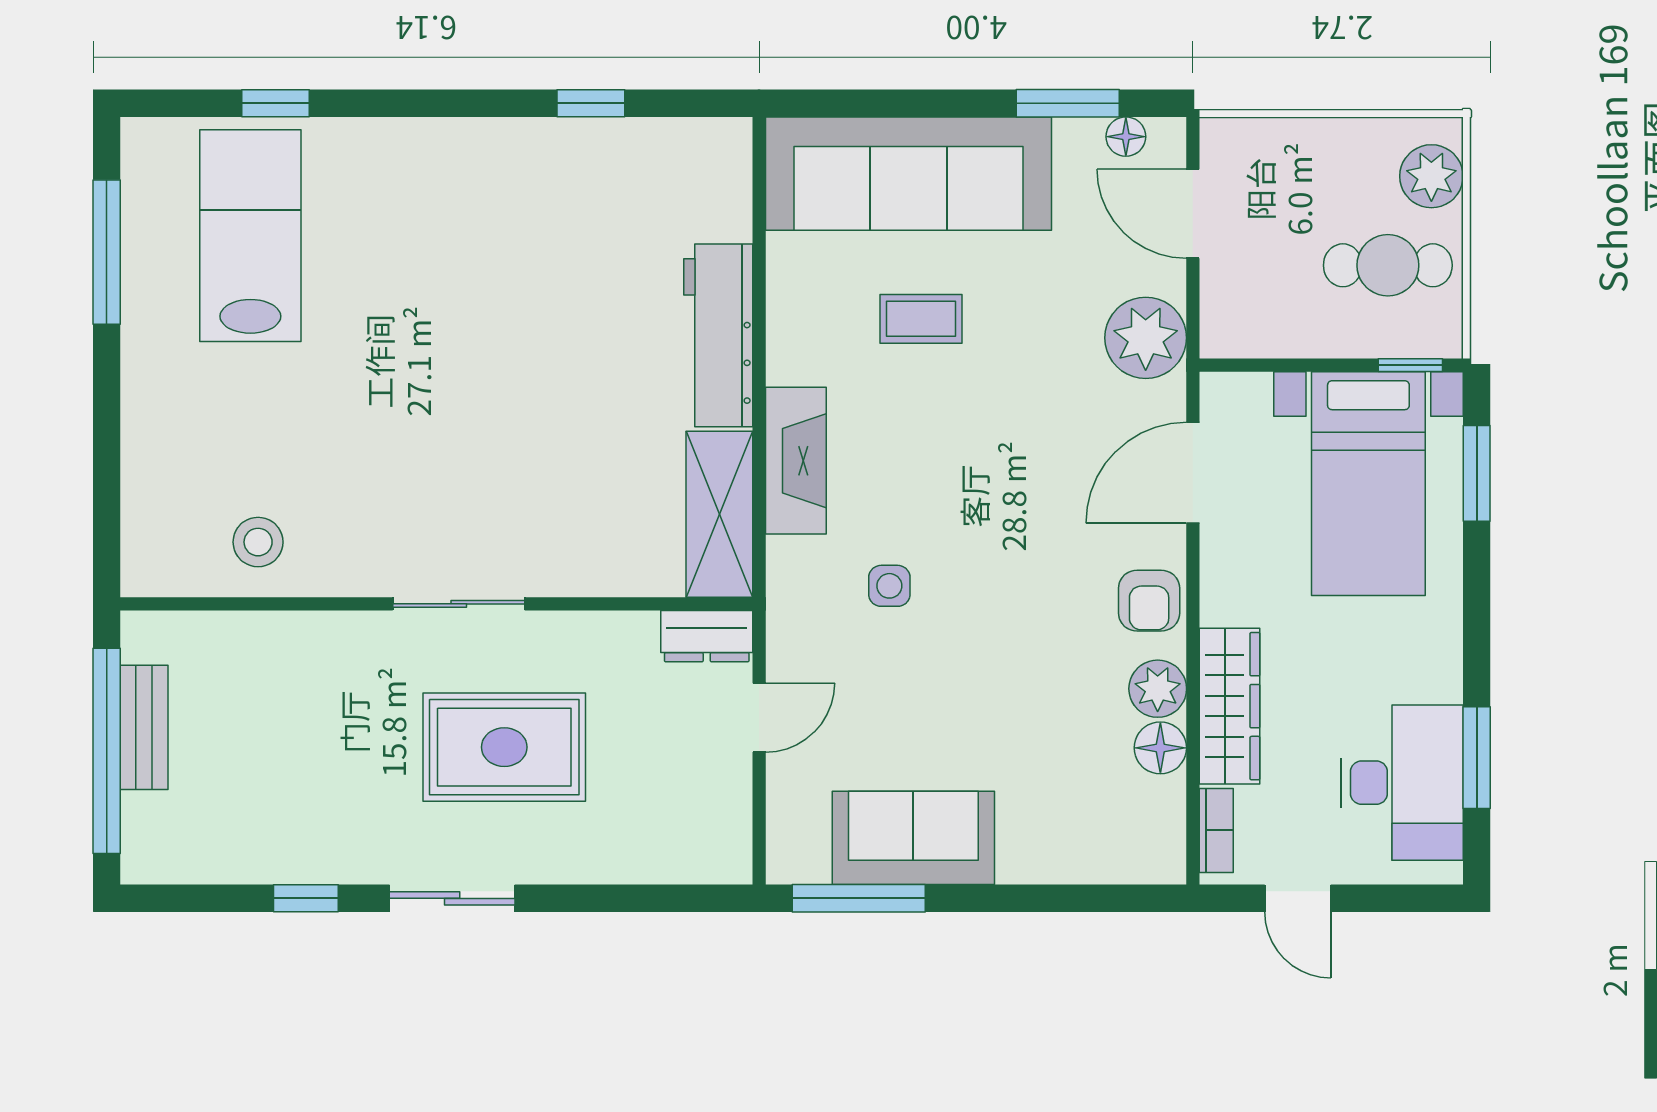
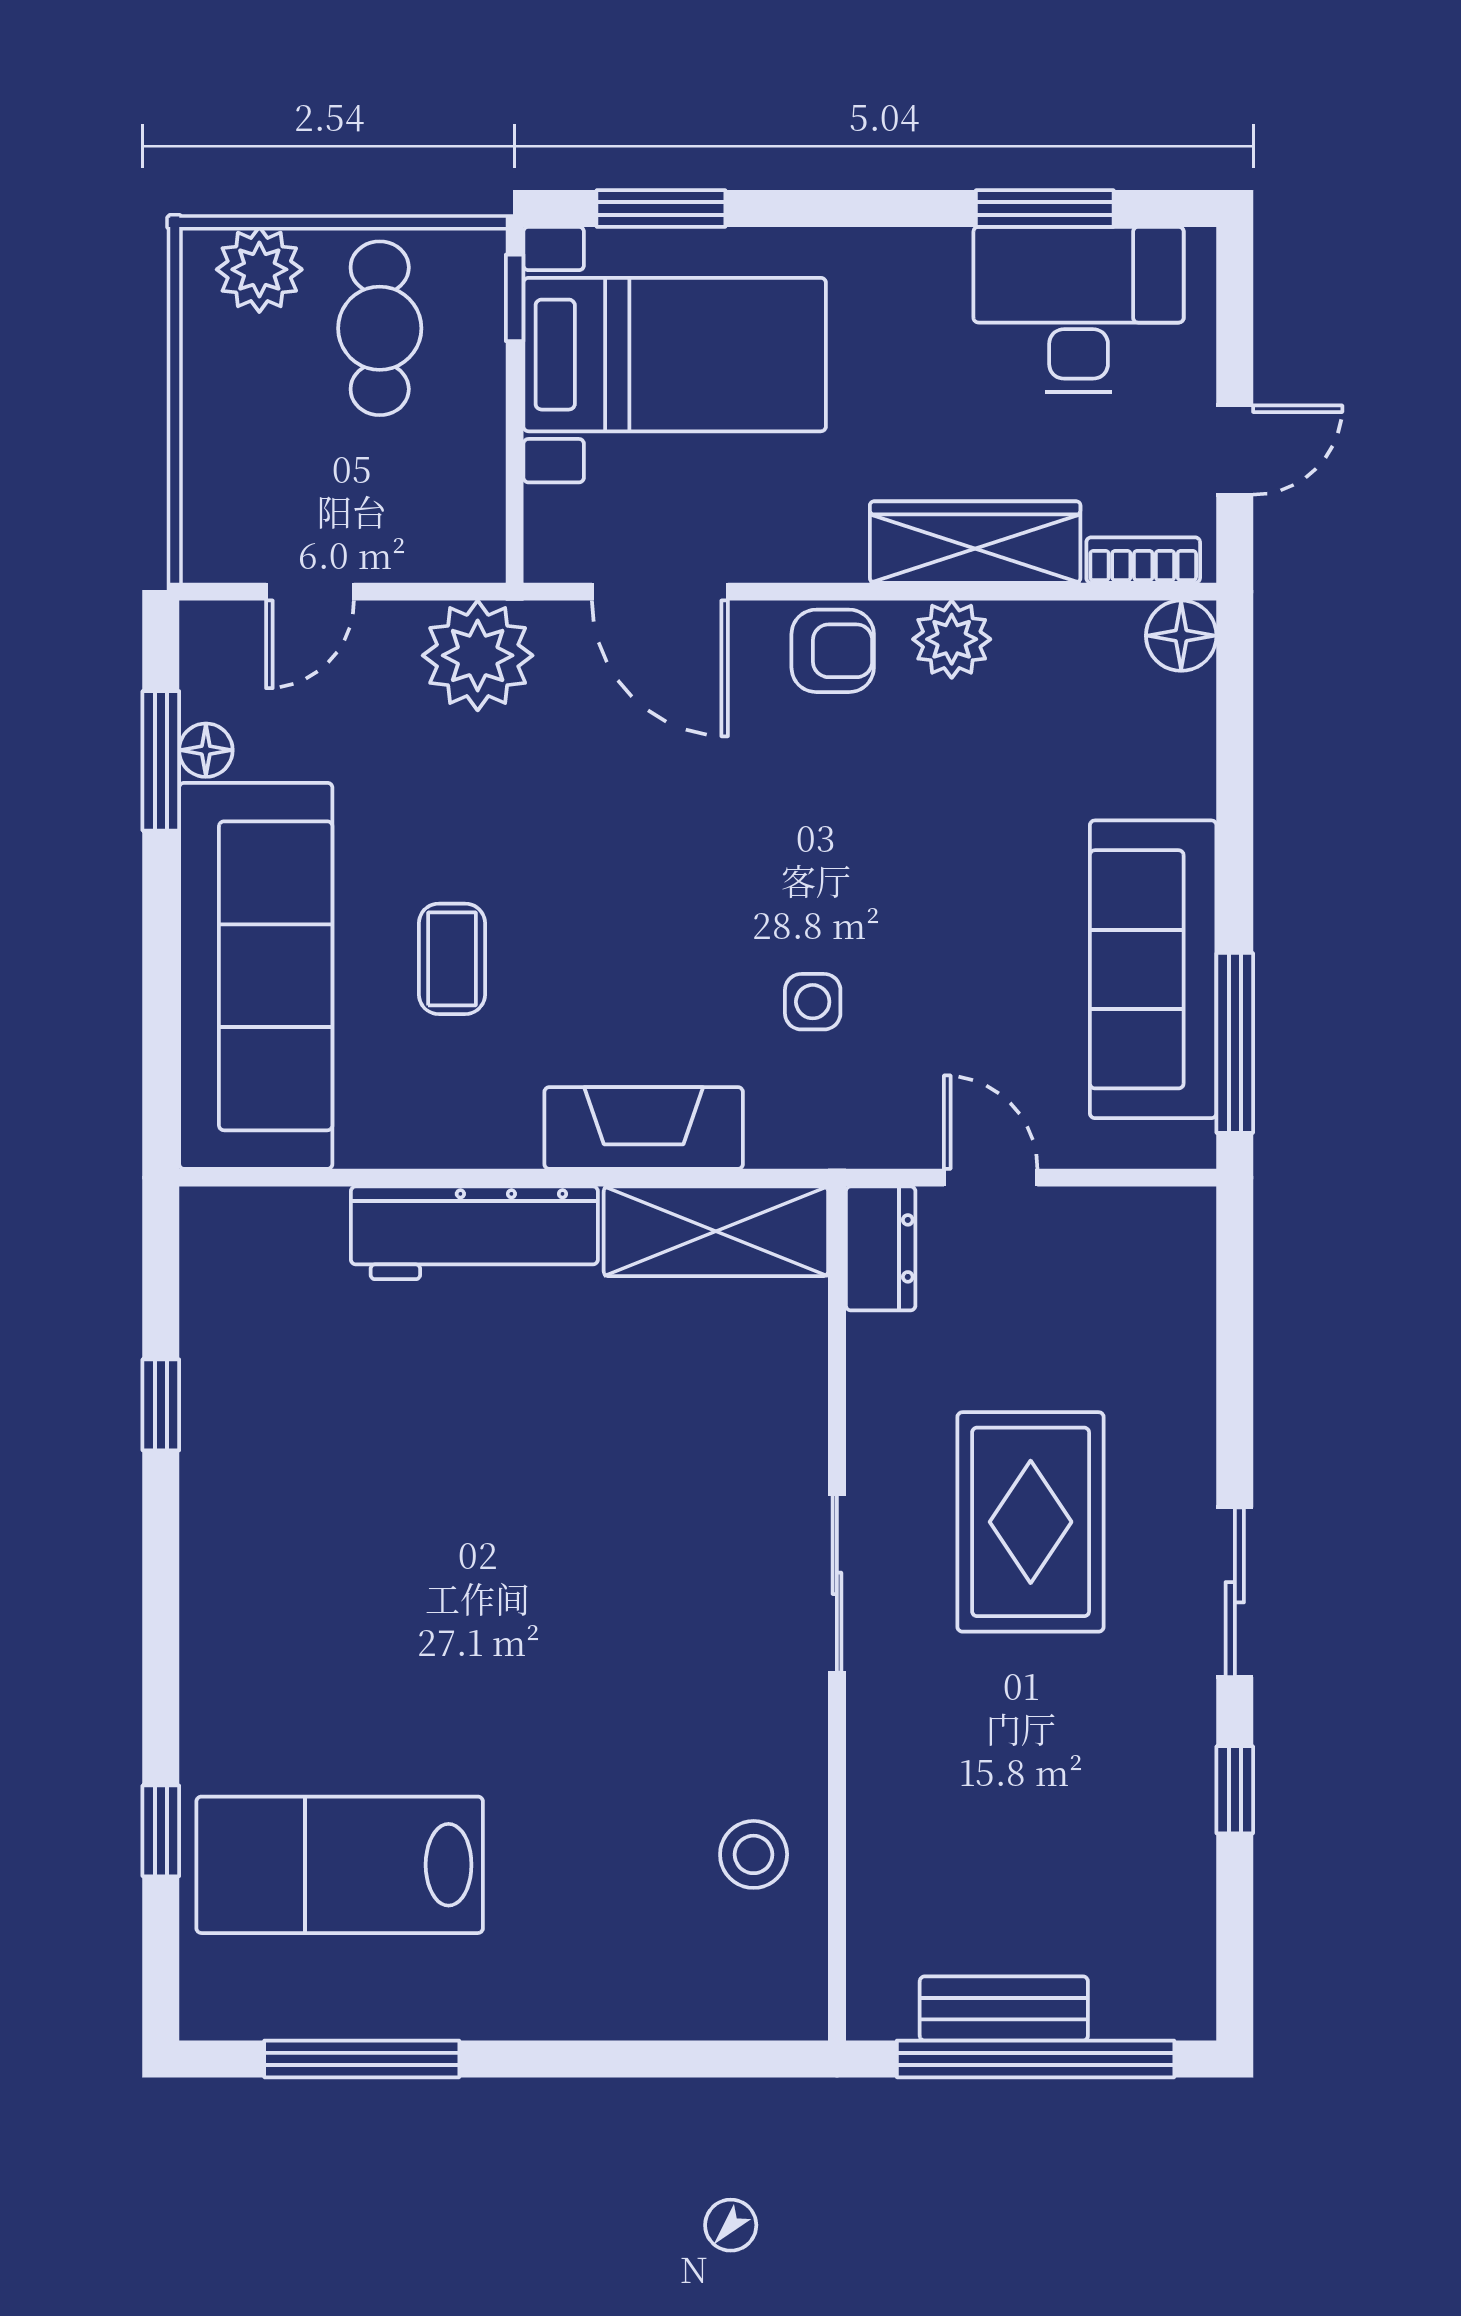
floor lamp: (1126, 137) -> (206, 750), moved
door: (1193, 214) -> (310, 592), width x0.73
floor lamp: (1160, 748) -> (1181, 636), moved
sofa: (913, 838) -> (1153, 969), width x1.36

